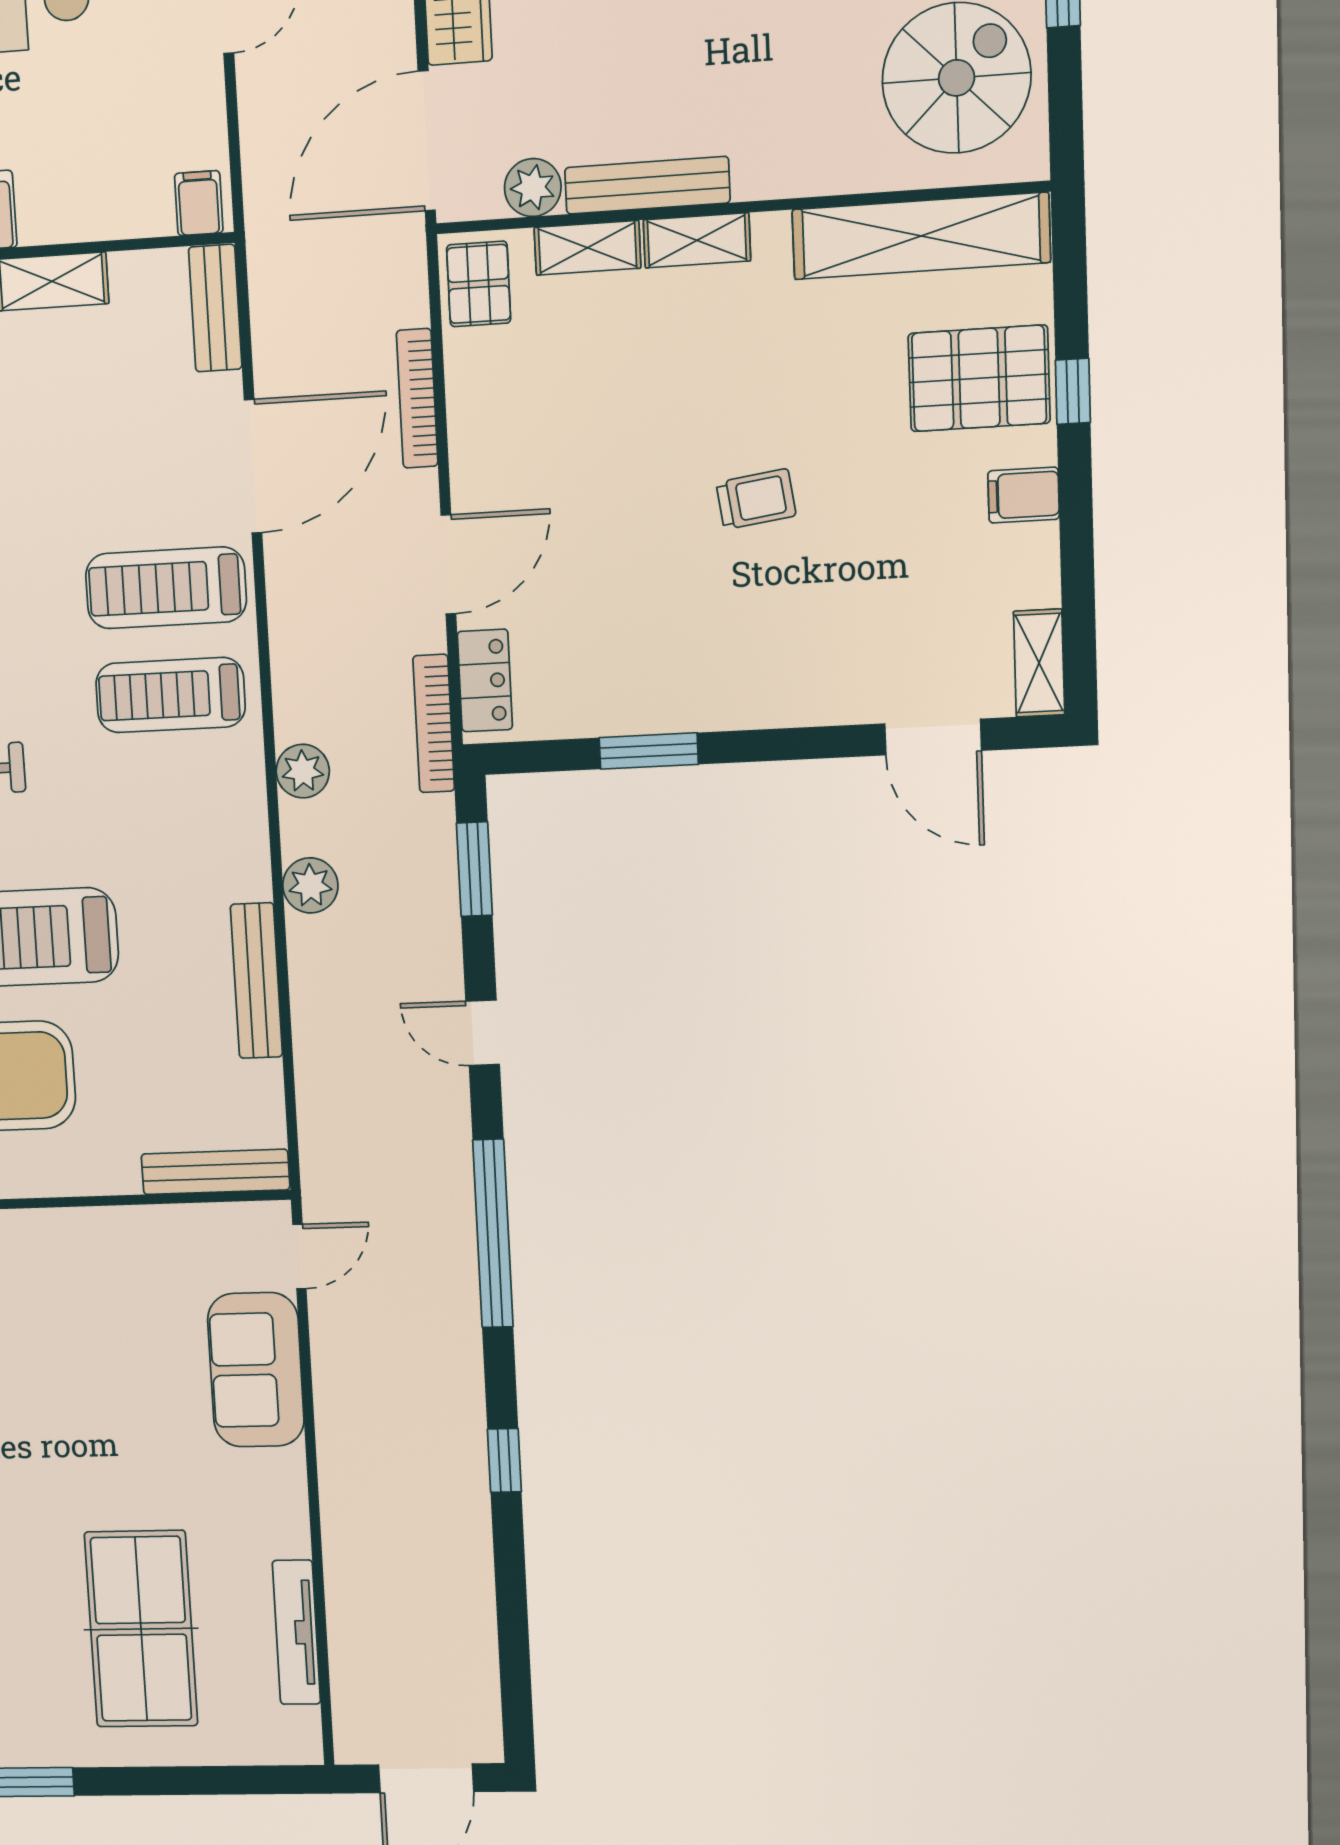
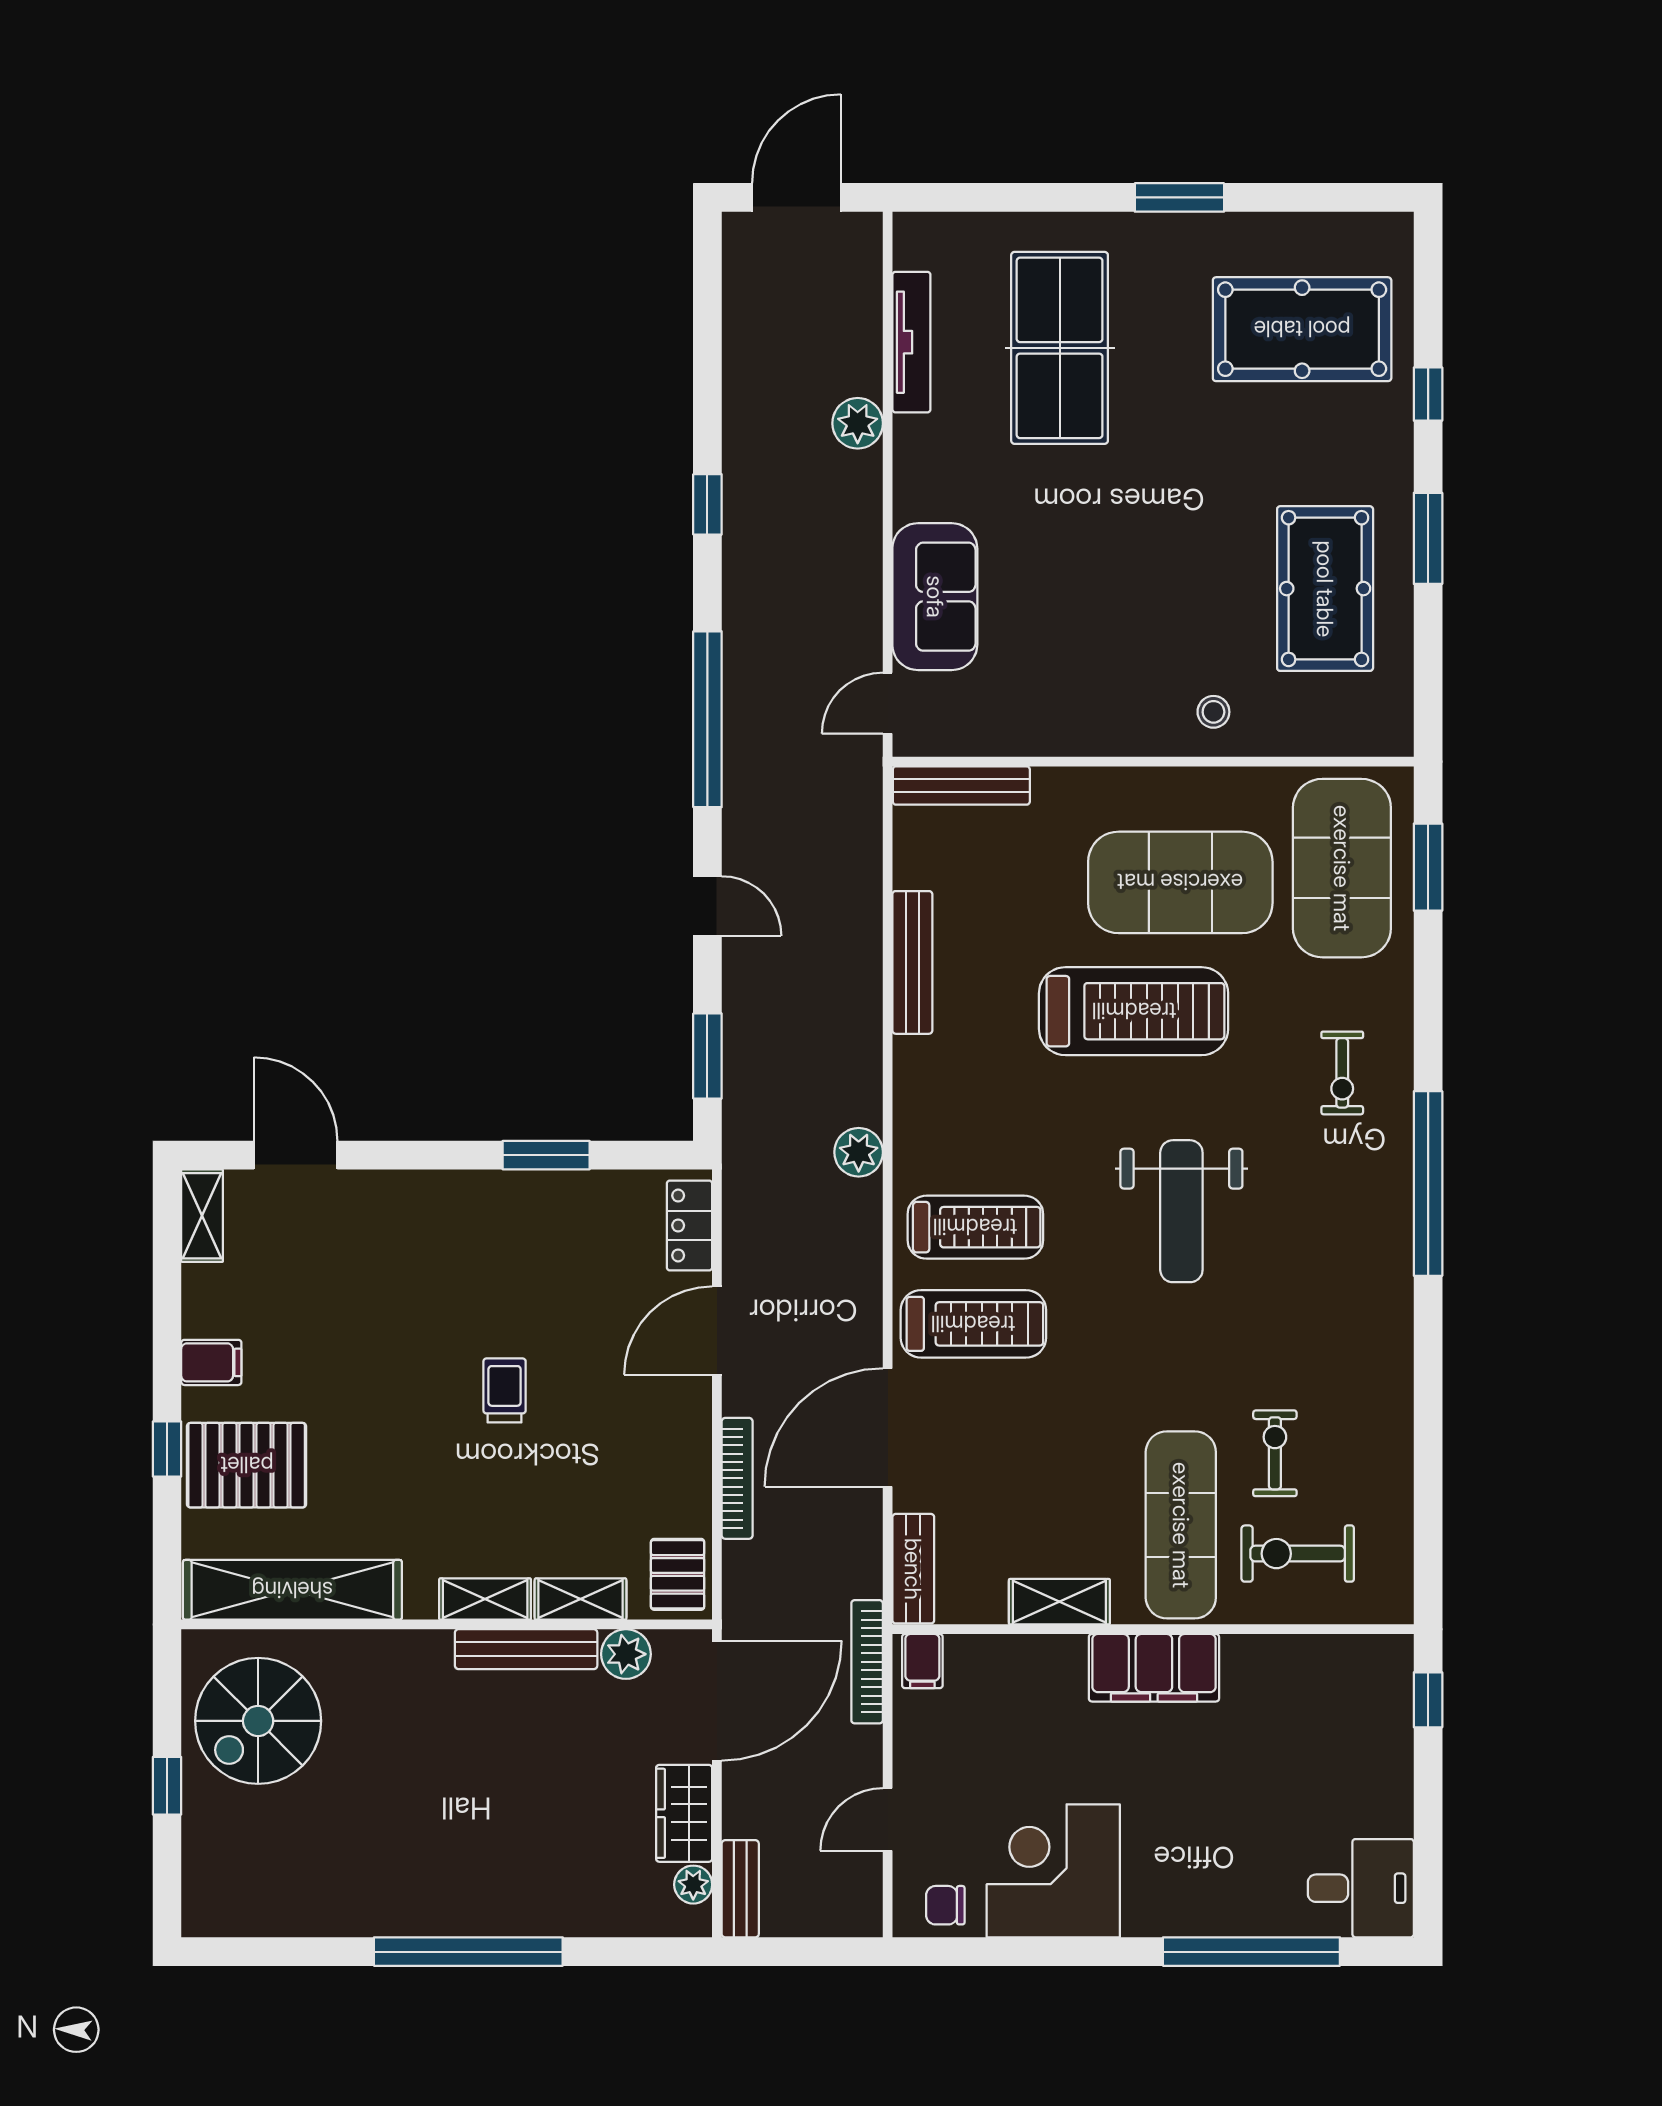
trolley: (756, 499) -> (505, 1390), moved, turned 98
bookcase: (434, 723) -> (867, 1662), moved, turned 180
plant: (310, 885) -> (858, 423), moved

